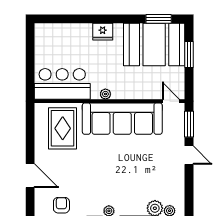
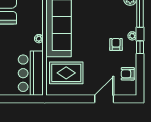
armchair: (98, 191) -> (116, 44), added

